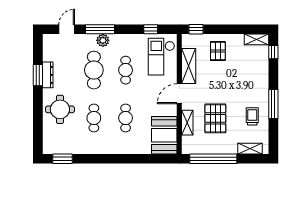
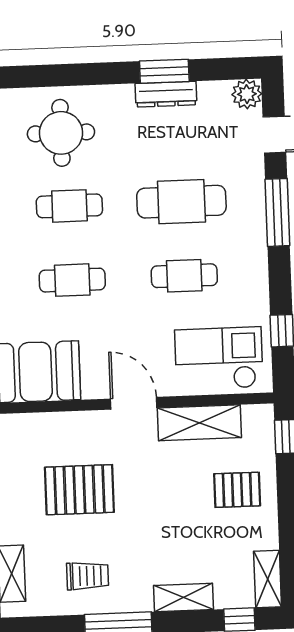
plant: (103, 40) -> (247, 94), moved
round table: (60, 109) -> (61, 133), moved
shelving: (187, 123) -> (183, 597), moved

